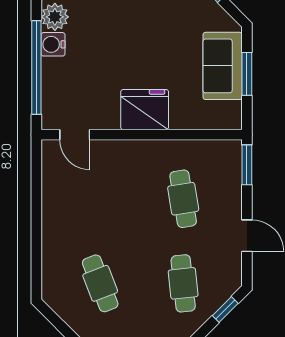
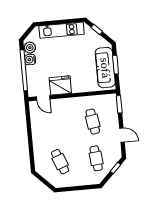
sofa: (223, 66) -> (105, 68), width x1.36
fridge: (145, 110) -> (60, 85), moved

